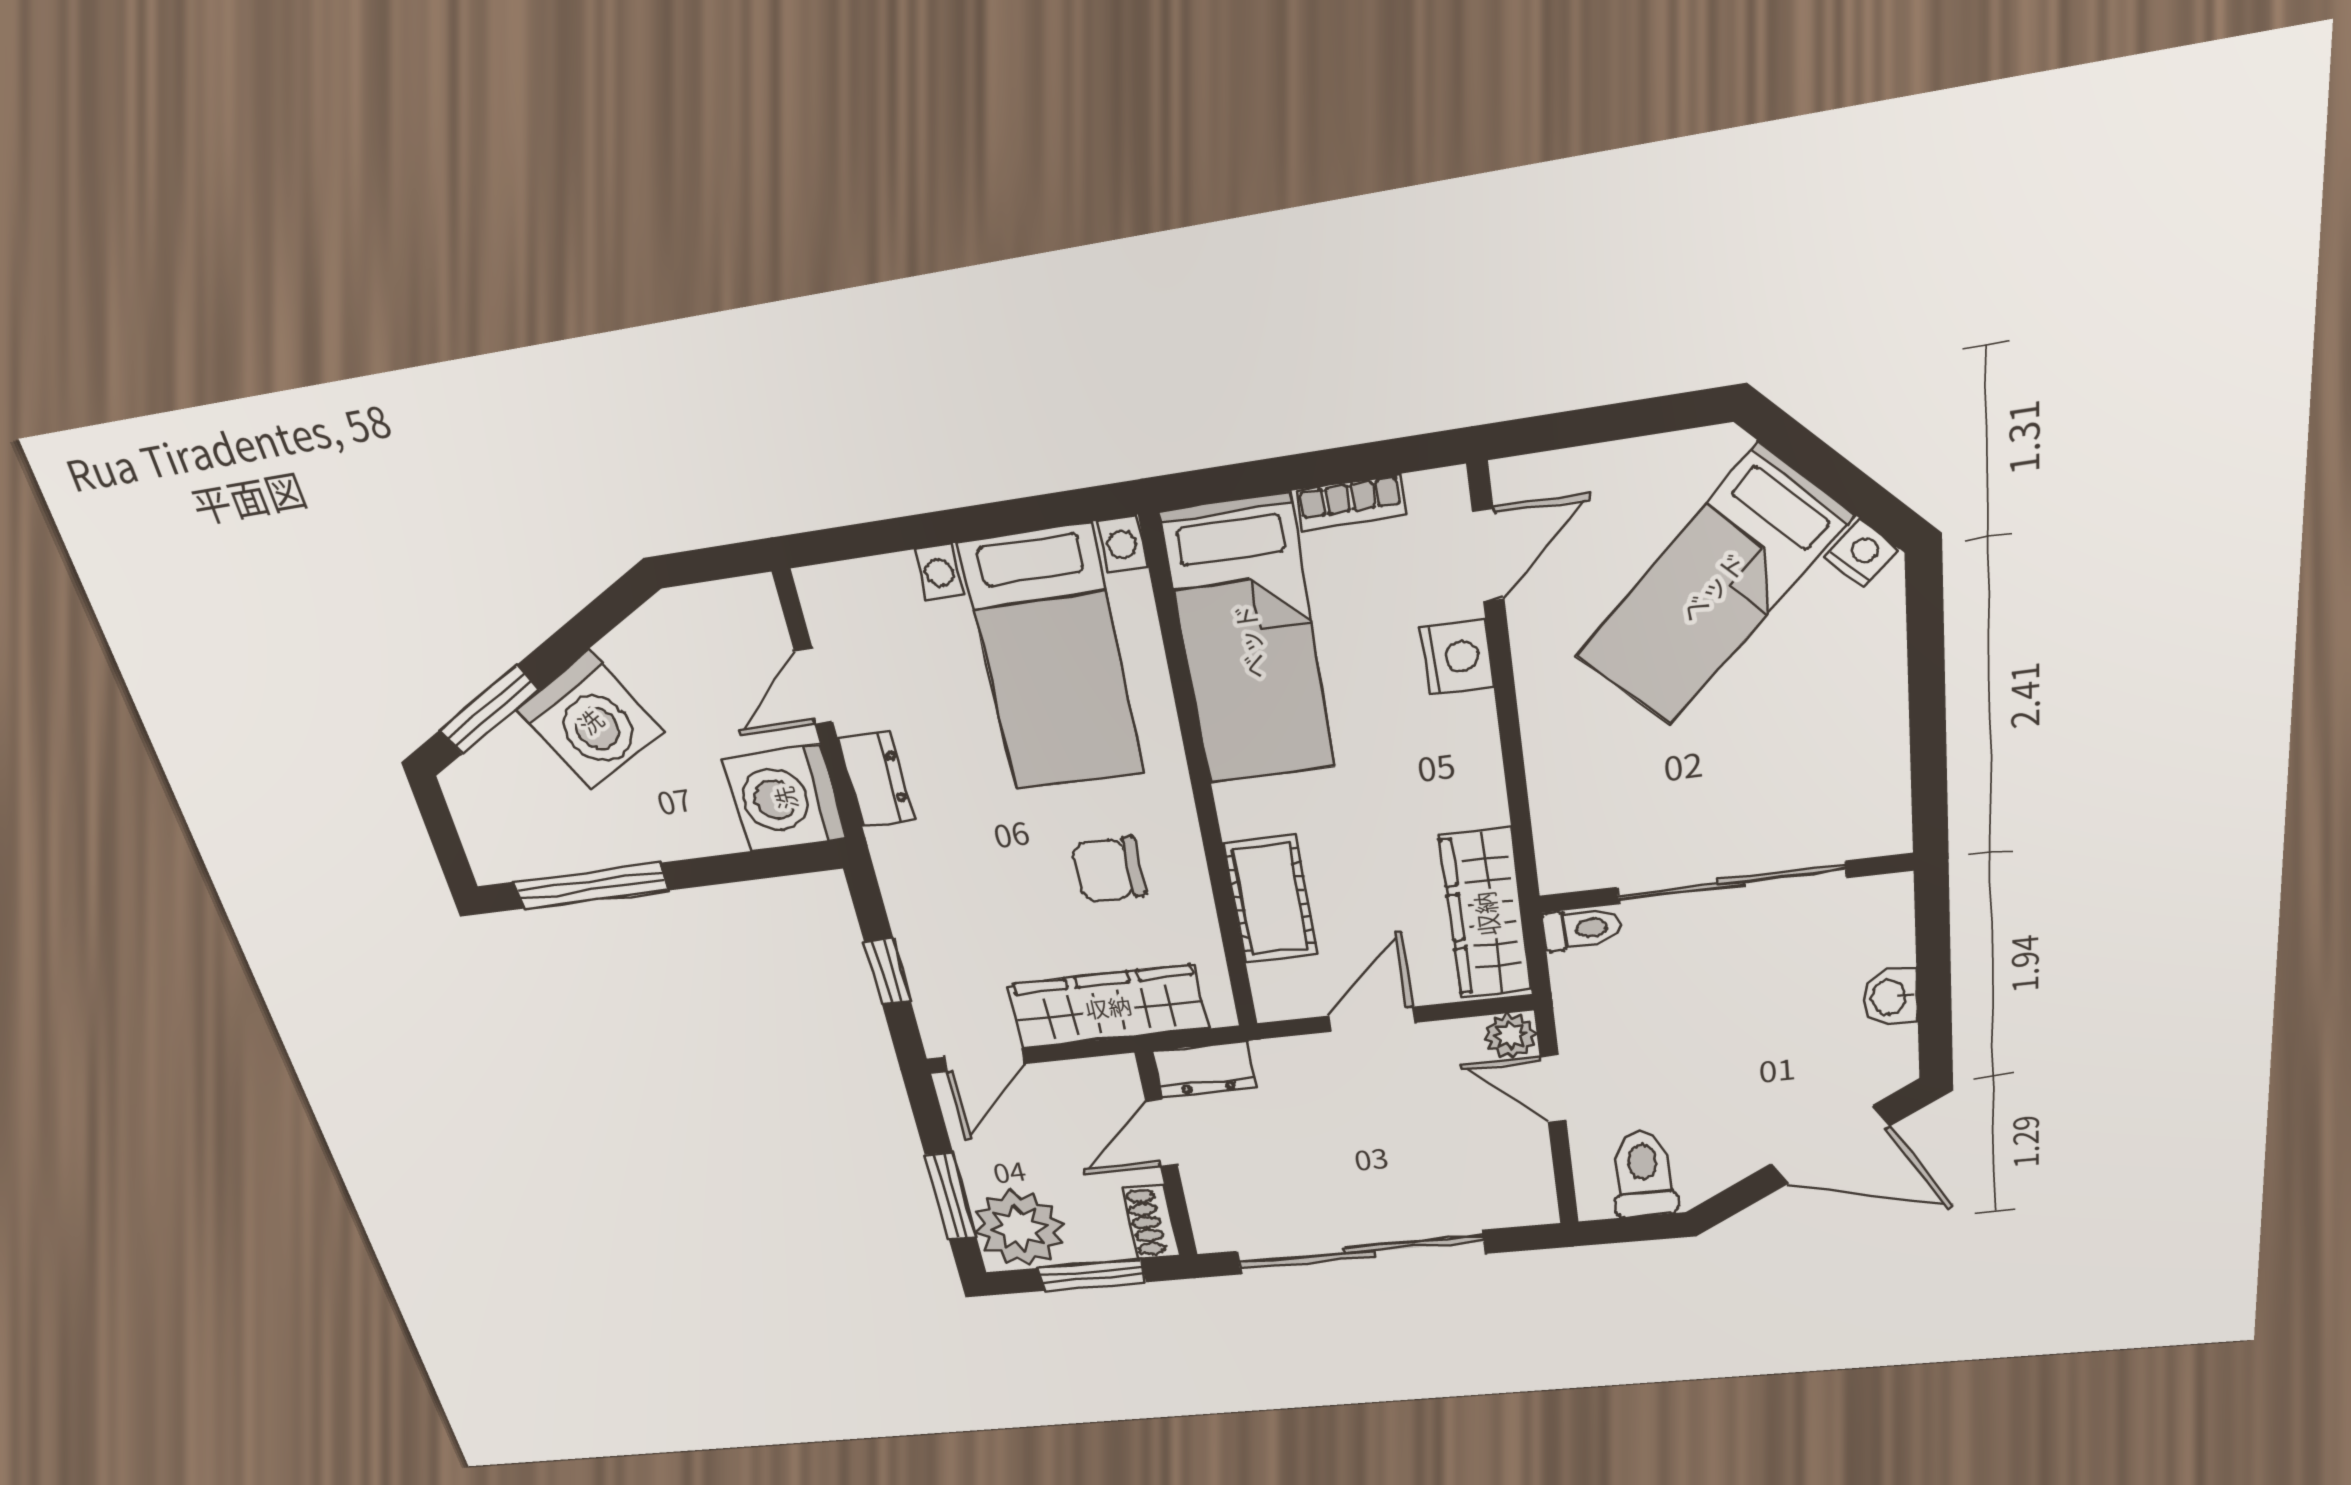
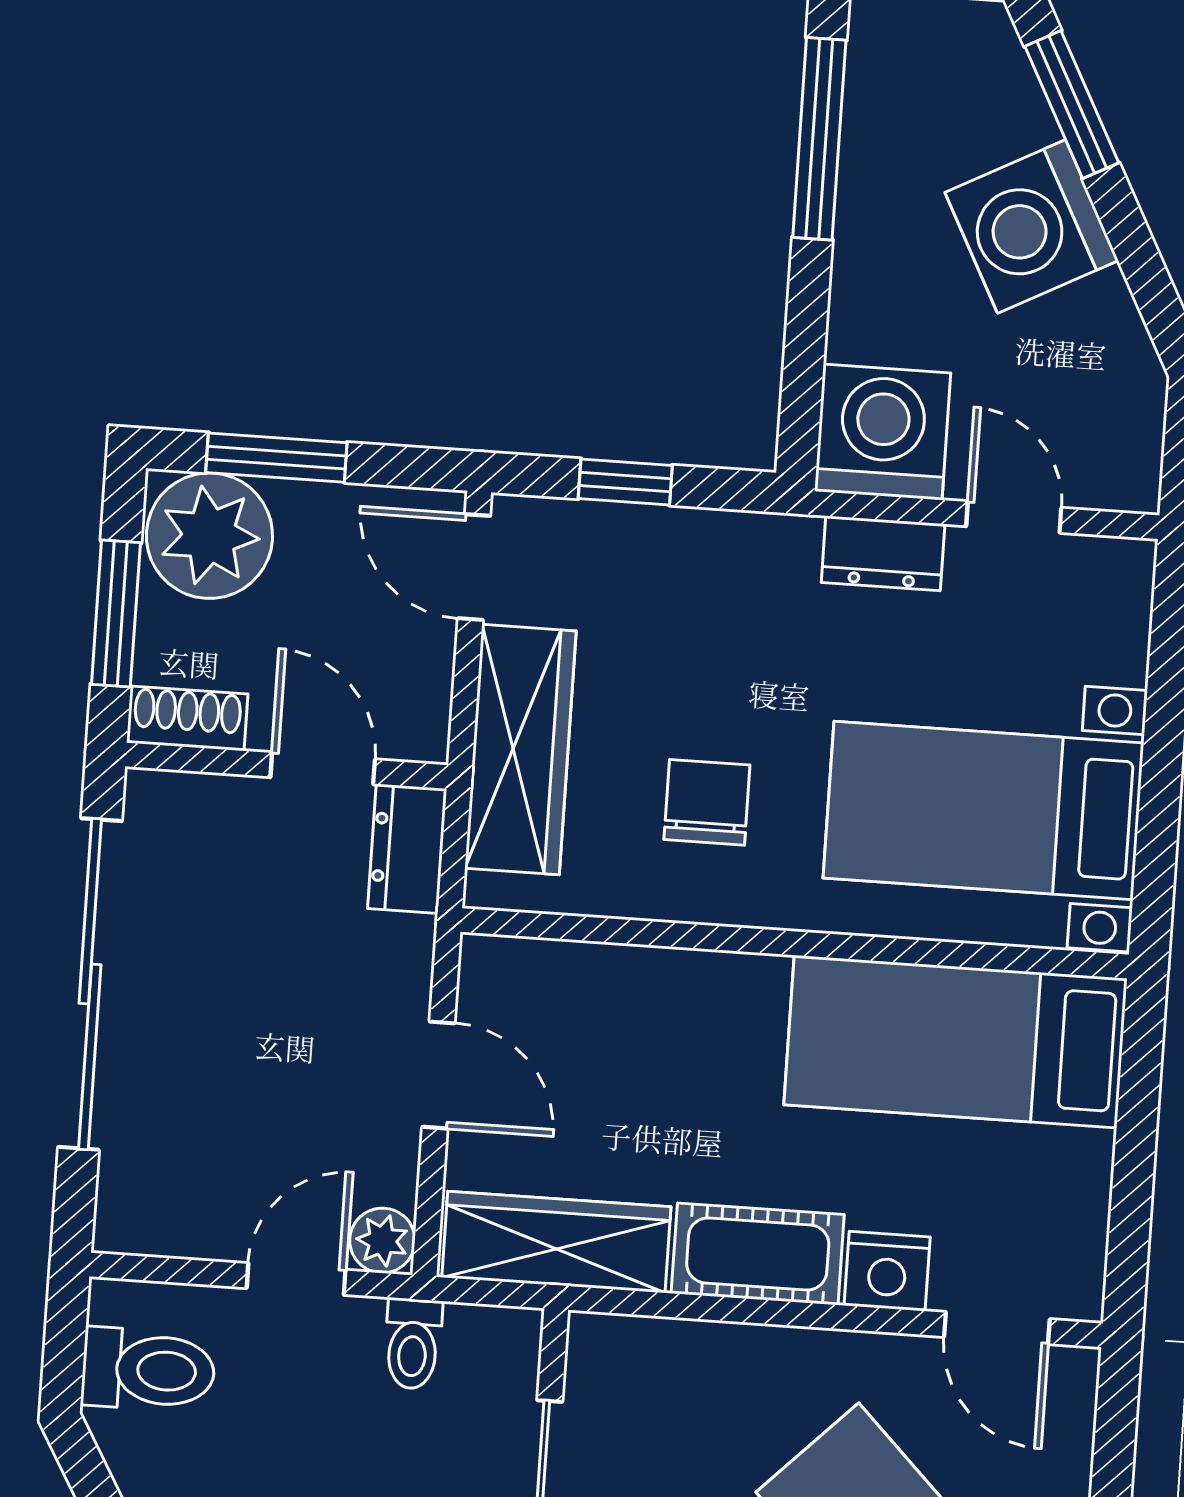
bookcase: (1351, 503) -> (1089, 1191), removed
cot: (1270, 899) -> (758, 1254), moved
toilet: (1581, 929) -> (413, 1344), moved

